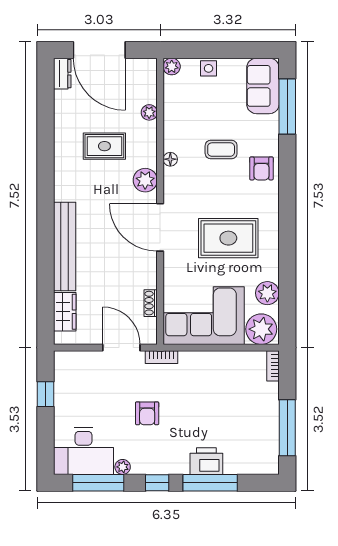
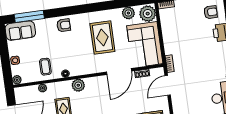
coffee table: (221, 150) -> (45, 67), moved
door: (160, 227) -> (119, 72), moved
armchair: (147, 413) -> (211, 12), moved

